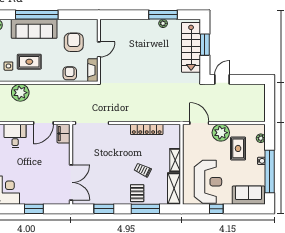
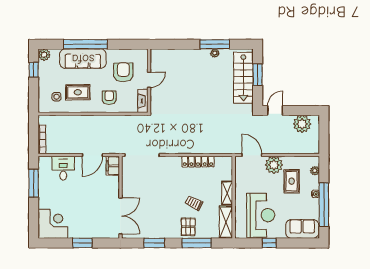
armchair: (70, 73) -> (109, 98), moved
plant: (20, 93) -> (302, 124), moved

